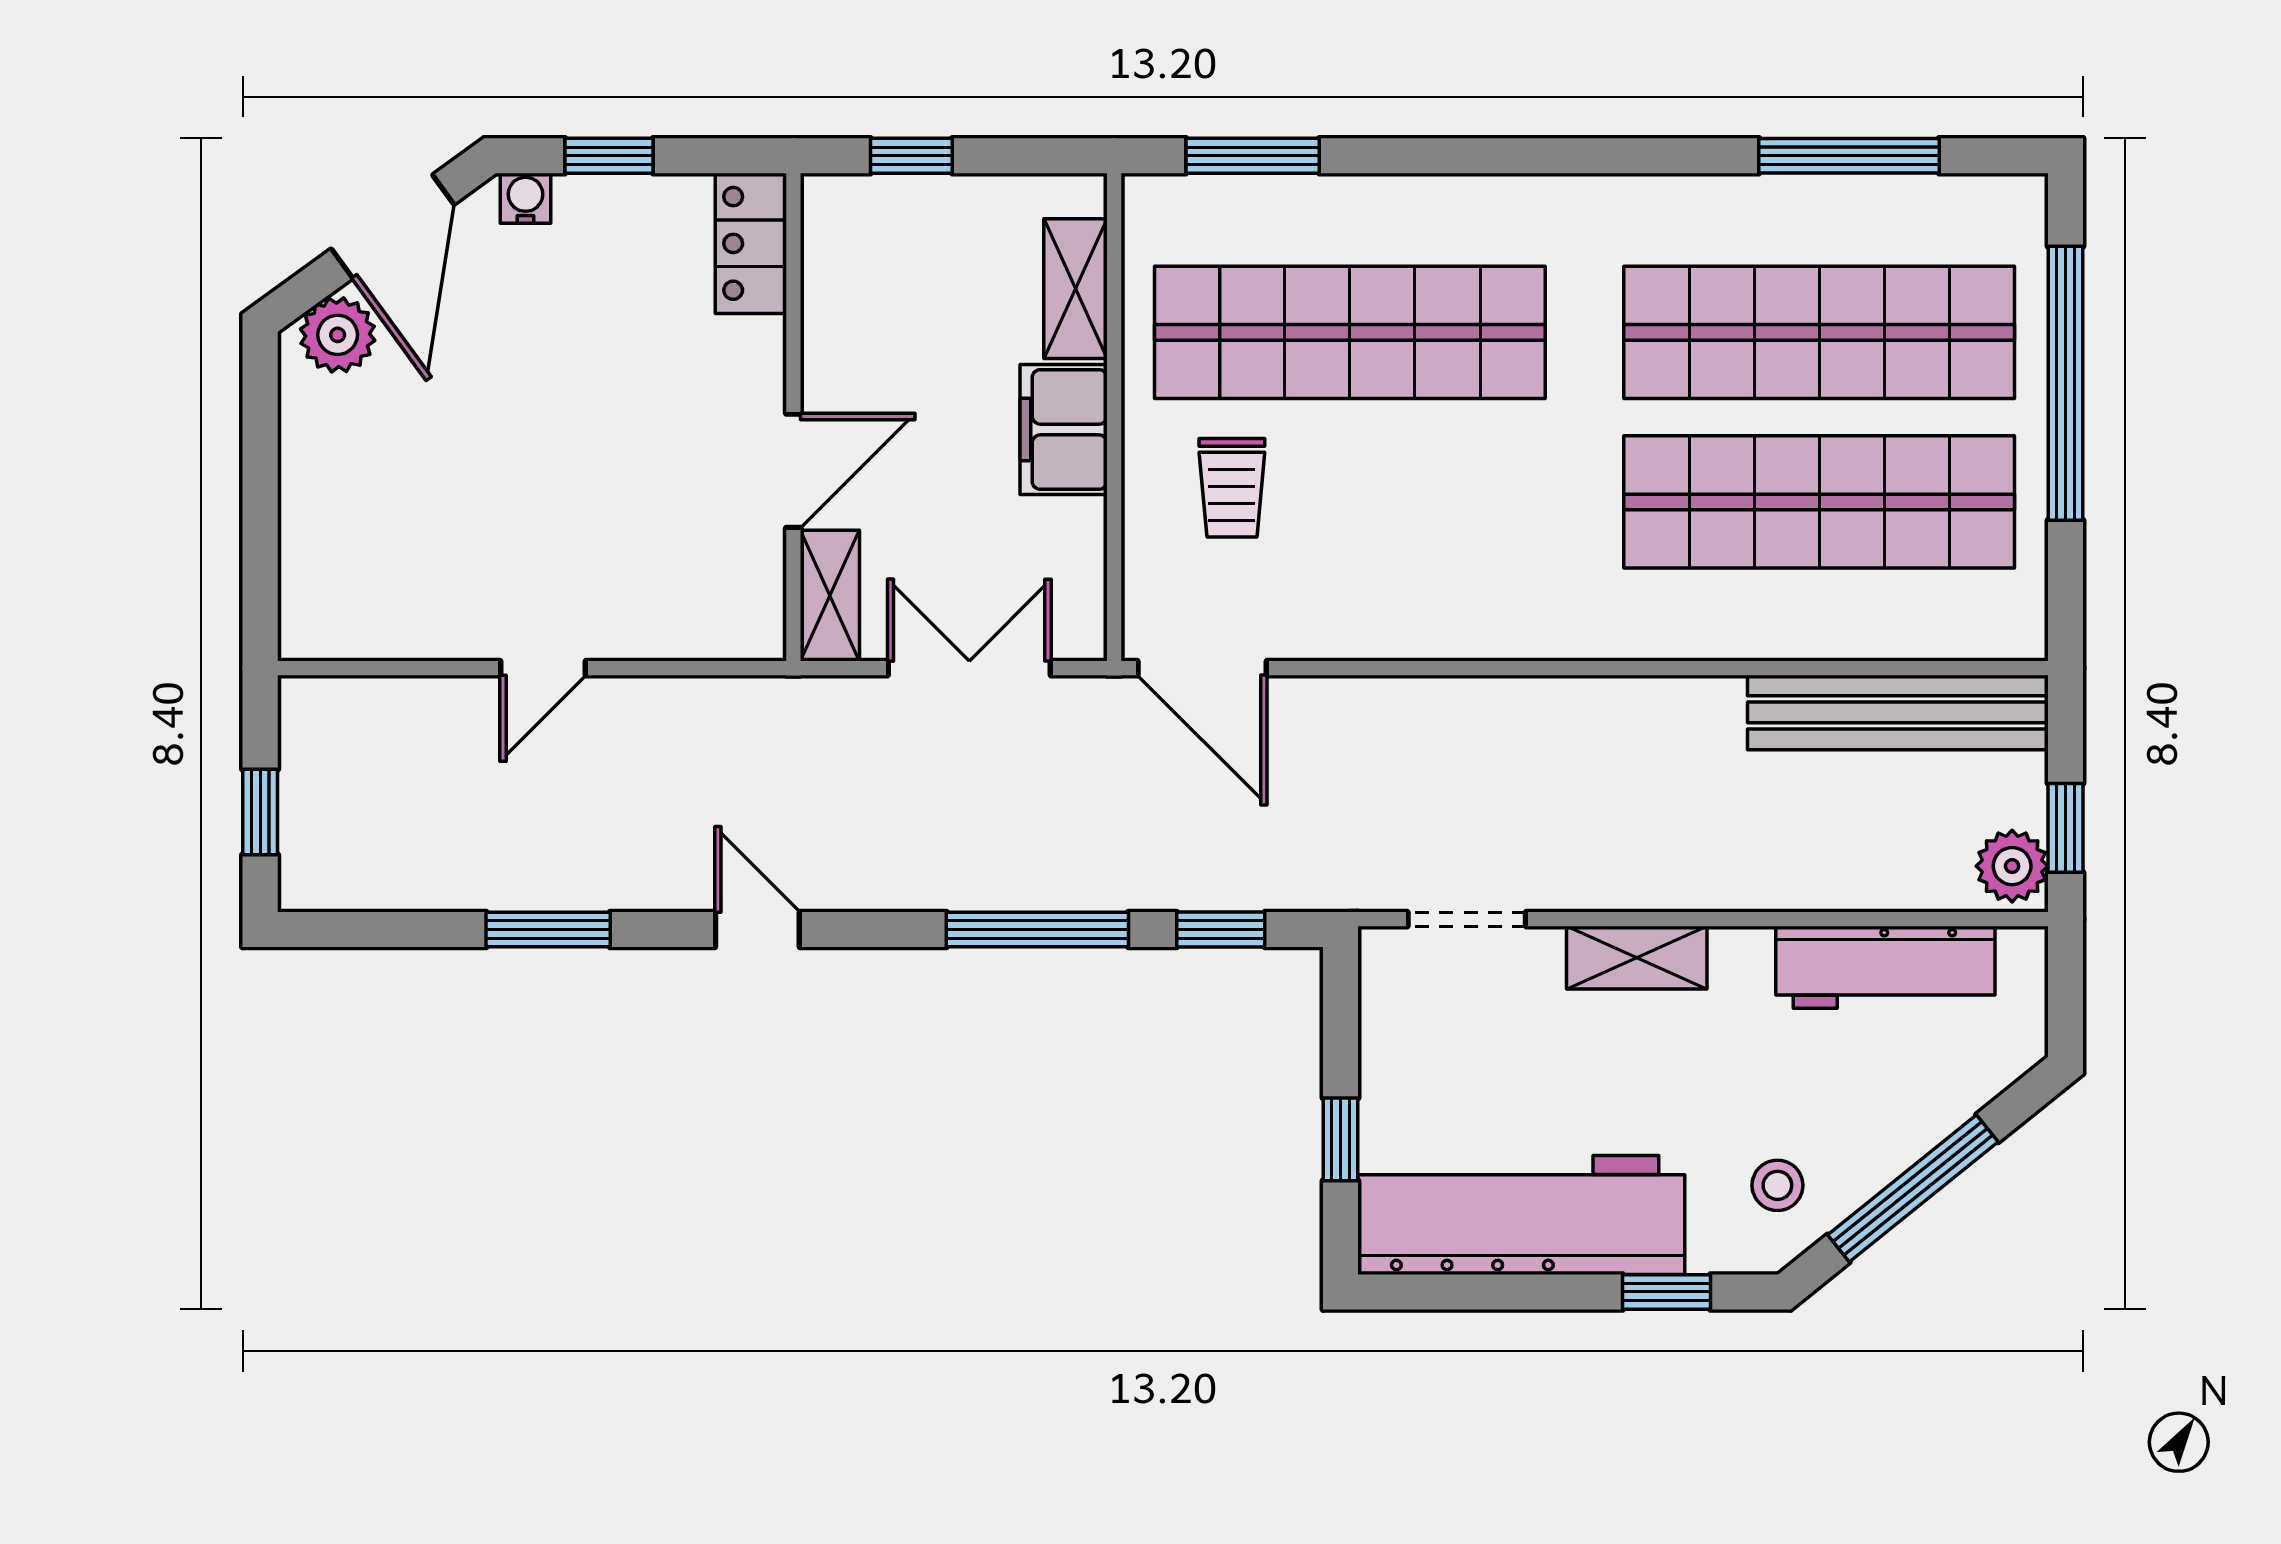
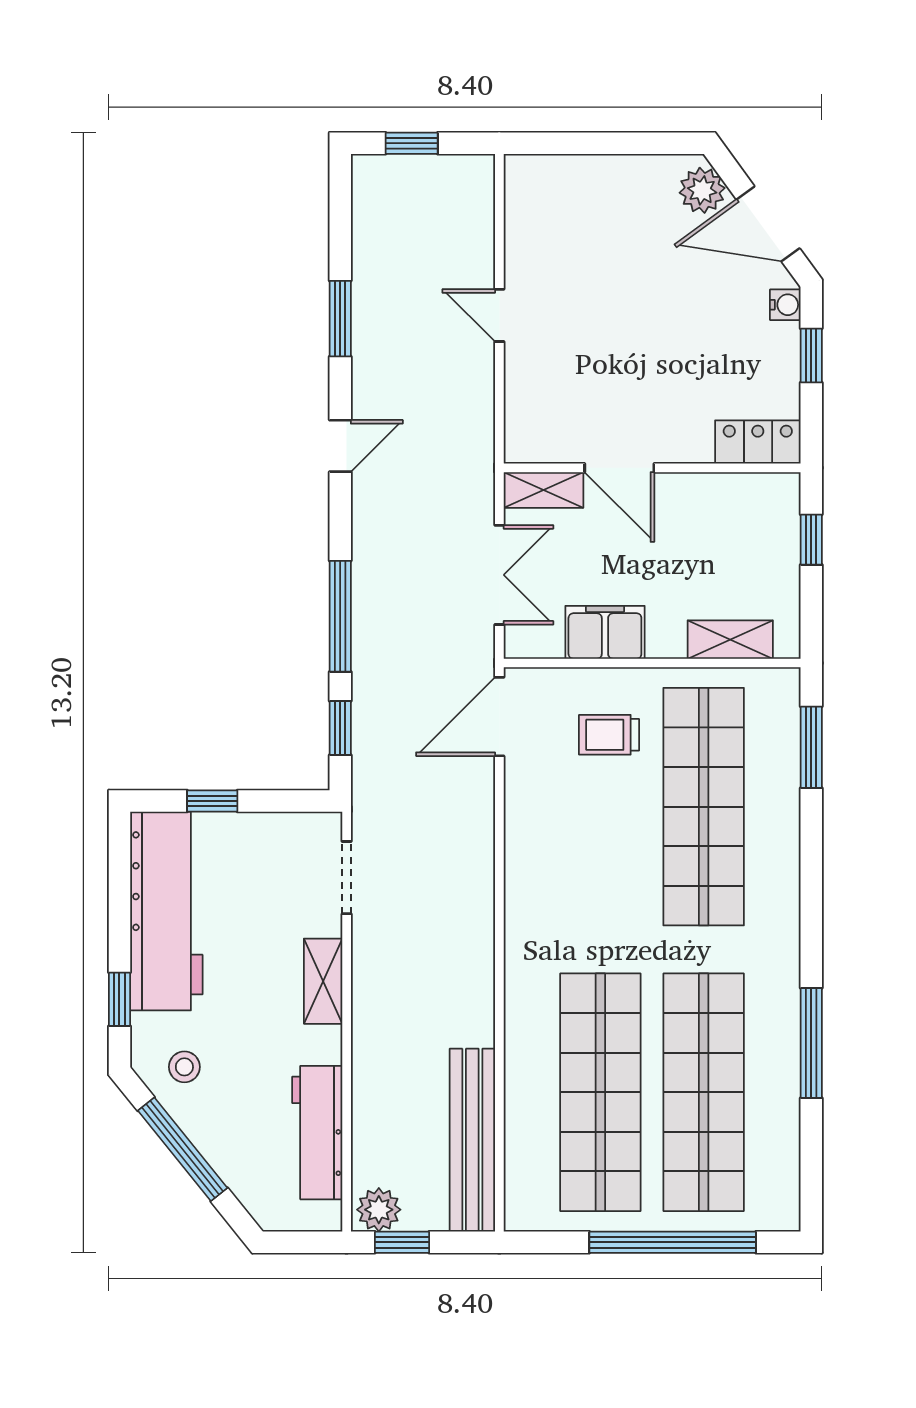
window: (1849, 156) -> (811, 1043), moved
filing cabinet: (1064, 430) -> (605, 632), moved

